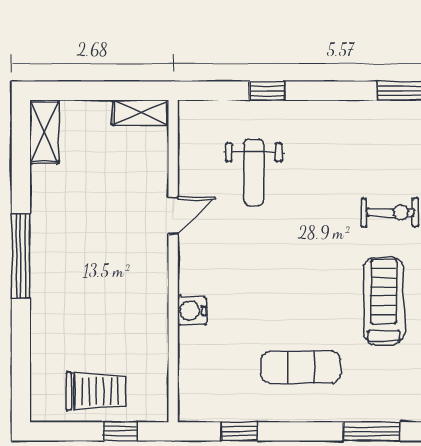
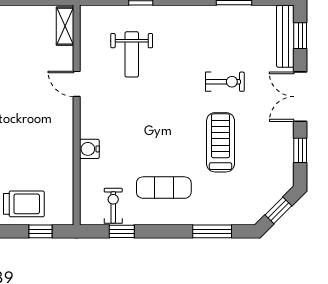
shelving: (141, 112) -> (65, 26), moved, turned 90
door: (173, 215) -> (77, 84), swing flipped
exercise bike: (227, 394) -> (113, 206), added

